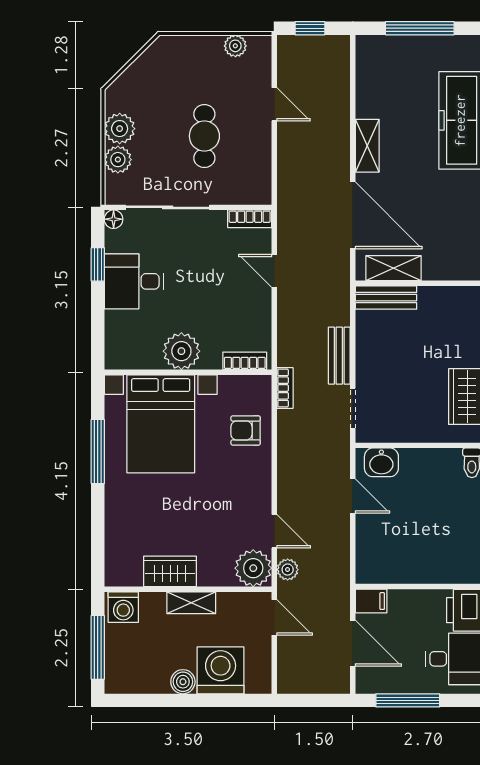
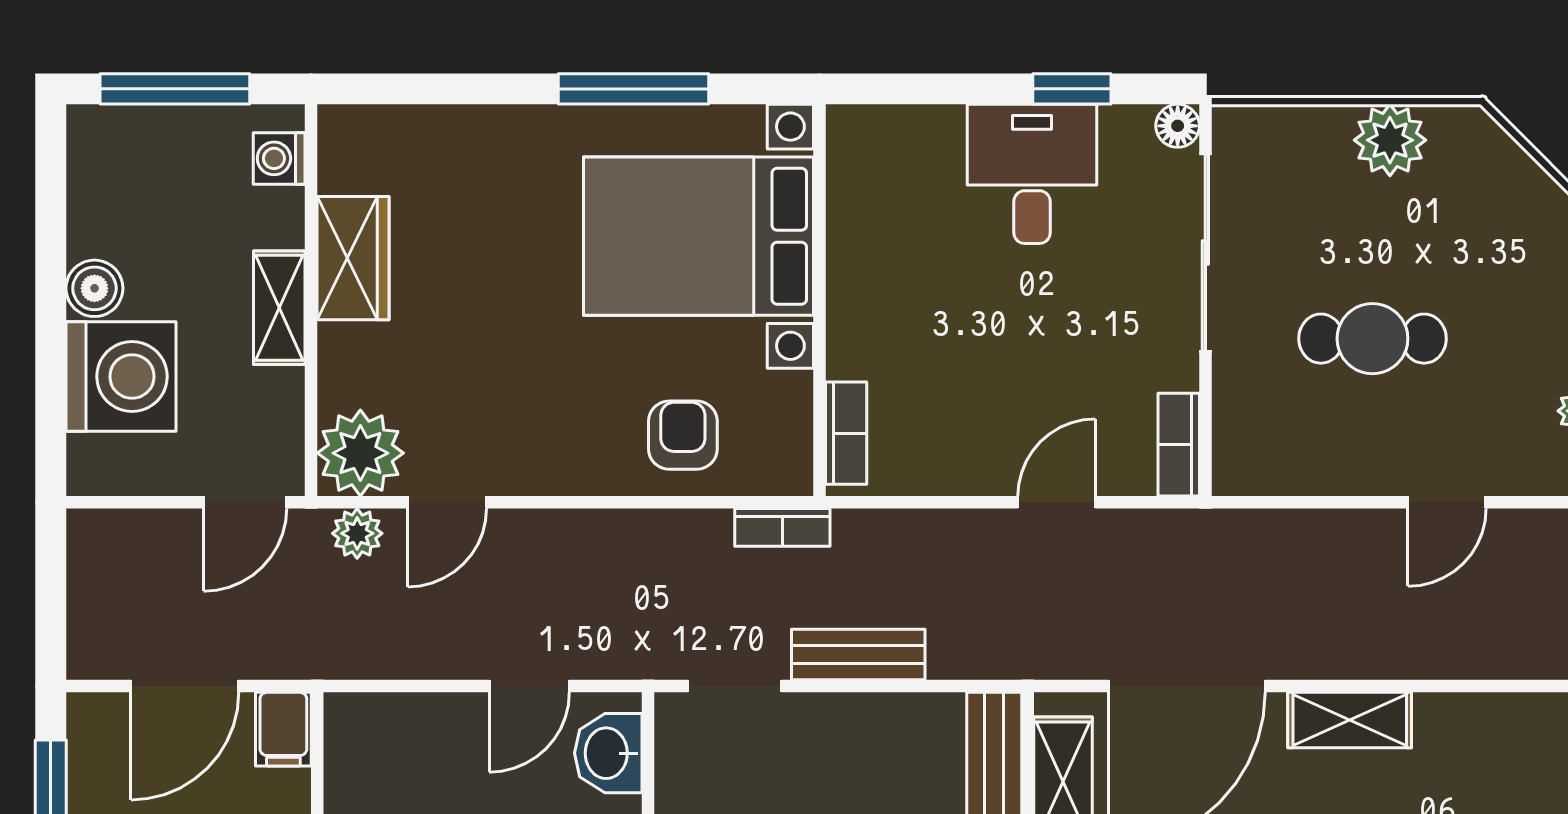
plant: (118, 160) -> (1317, 136), removed
plant: (181, 351) -> (869, 285), removed
washing machine: (123, 607) -> (279, 158), width x0.73, depth x0.73

